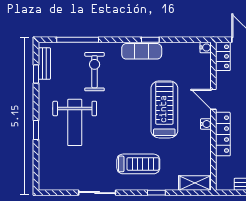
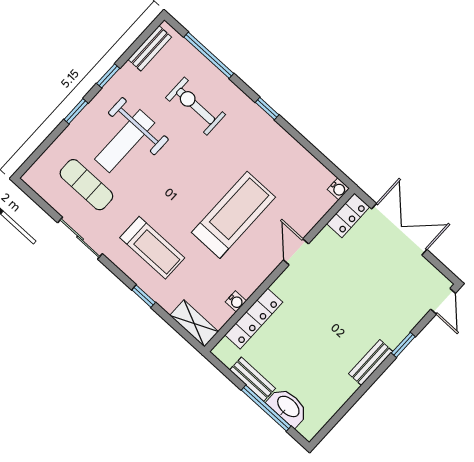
window: (150, 40) -> (267, 109), moved
exercise mat: (142, 51) -> (86, 185), moved
exercise bike: (95, 72) -> (196, 106), turned -90
window: (36, 74) -> (108, 76), moved
water cooler: (206, 124) -> (236, 301), moved
locker: (223, 134) -> (254, 319), moved

